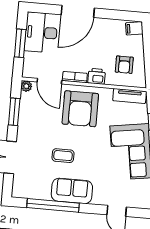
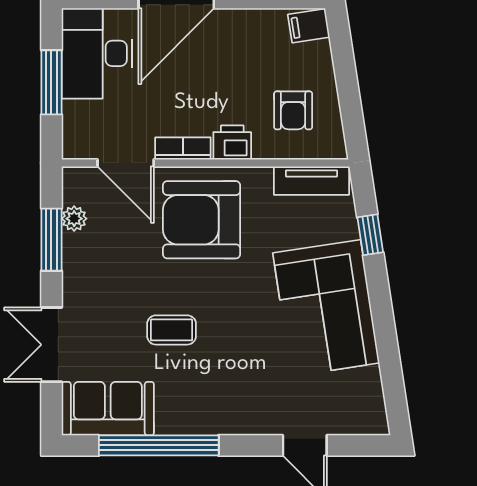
plant: (26, 86) -> (74, 219), moved
armchair: (80, 109) -> (202, 220), turned 90
sofa: (72, 191) -> (108, 409), moved

